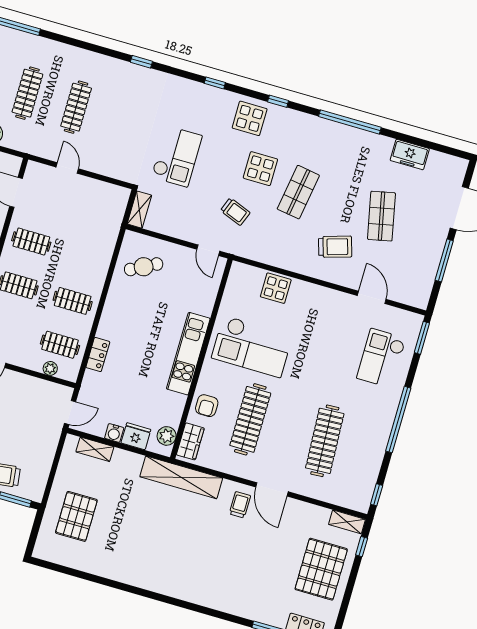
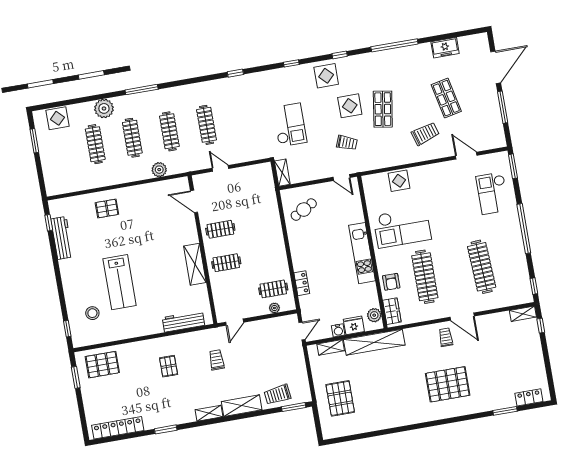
clothes rail: (73, 301) -> (267, 256), removed
shelving: (181, 477) -> (374, 342), moved
pallet: (321, 569) -> (448, 384), moved, turned 90

